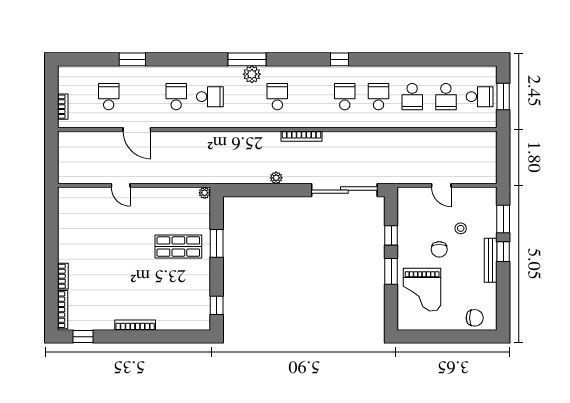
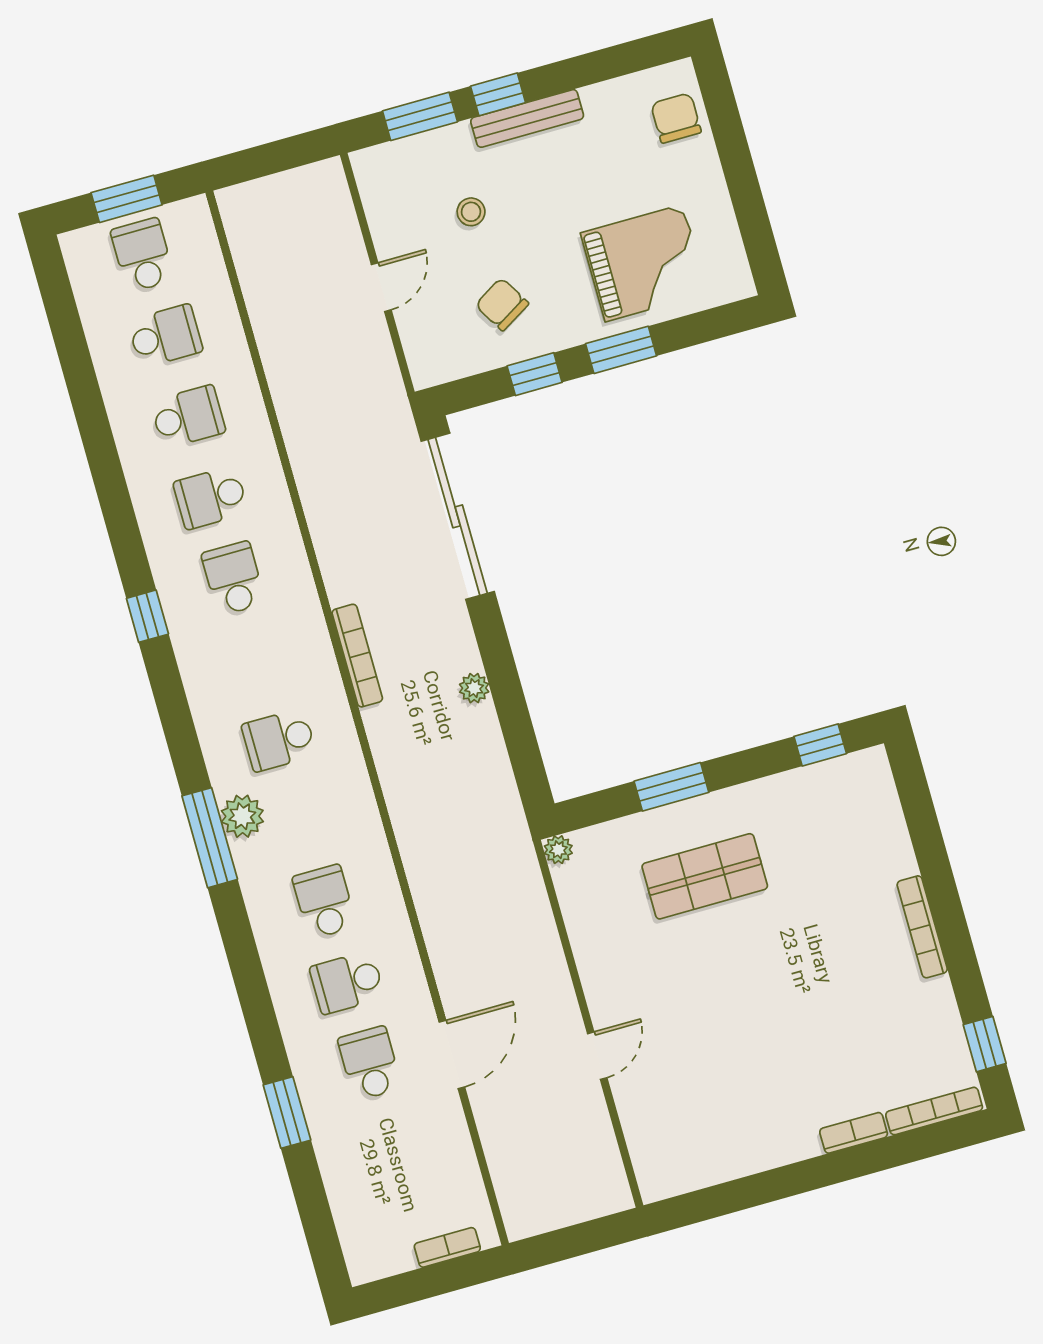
school desk: (109, 97) -> (370, 1063), moved, turned 90
school desk: (345, 97) -> (233, 578), turned 90
shop shelf: (178, 247) -> (705, 876), turned 90
chair: (439, 249) -> (502, 304), moved, turned -121

